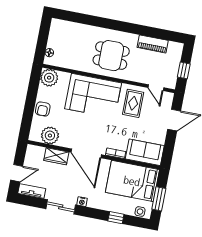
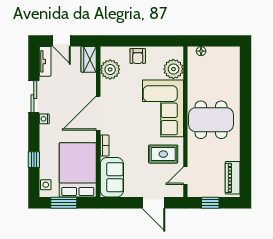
piano: (153, 44) -> (233, 178), moved
dining table: (111, 56) -> (211, 120), width x1.38
plant: (49, 78) -> (173, 69), moved
armchair: (43, 109) -> (138, 56), turned -90
wardrobe: (56, 156) -> (89, 59), moved

